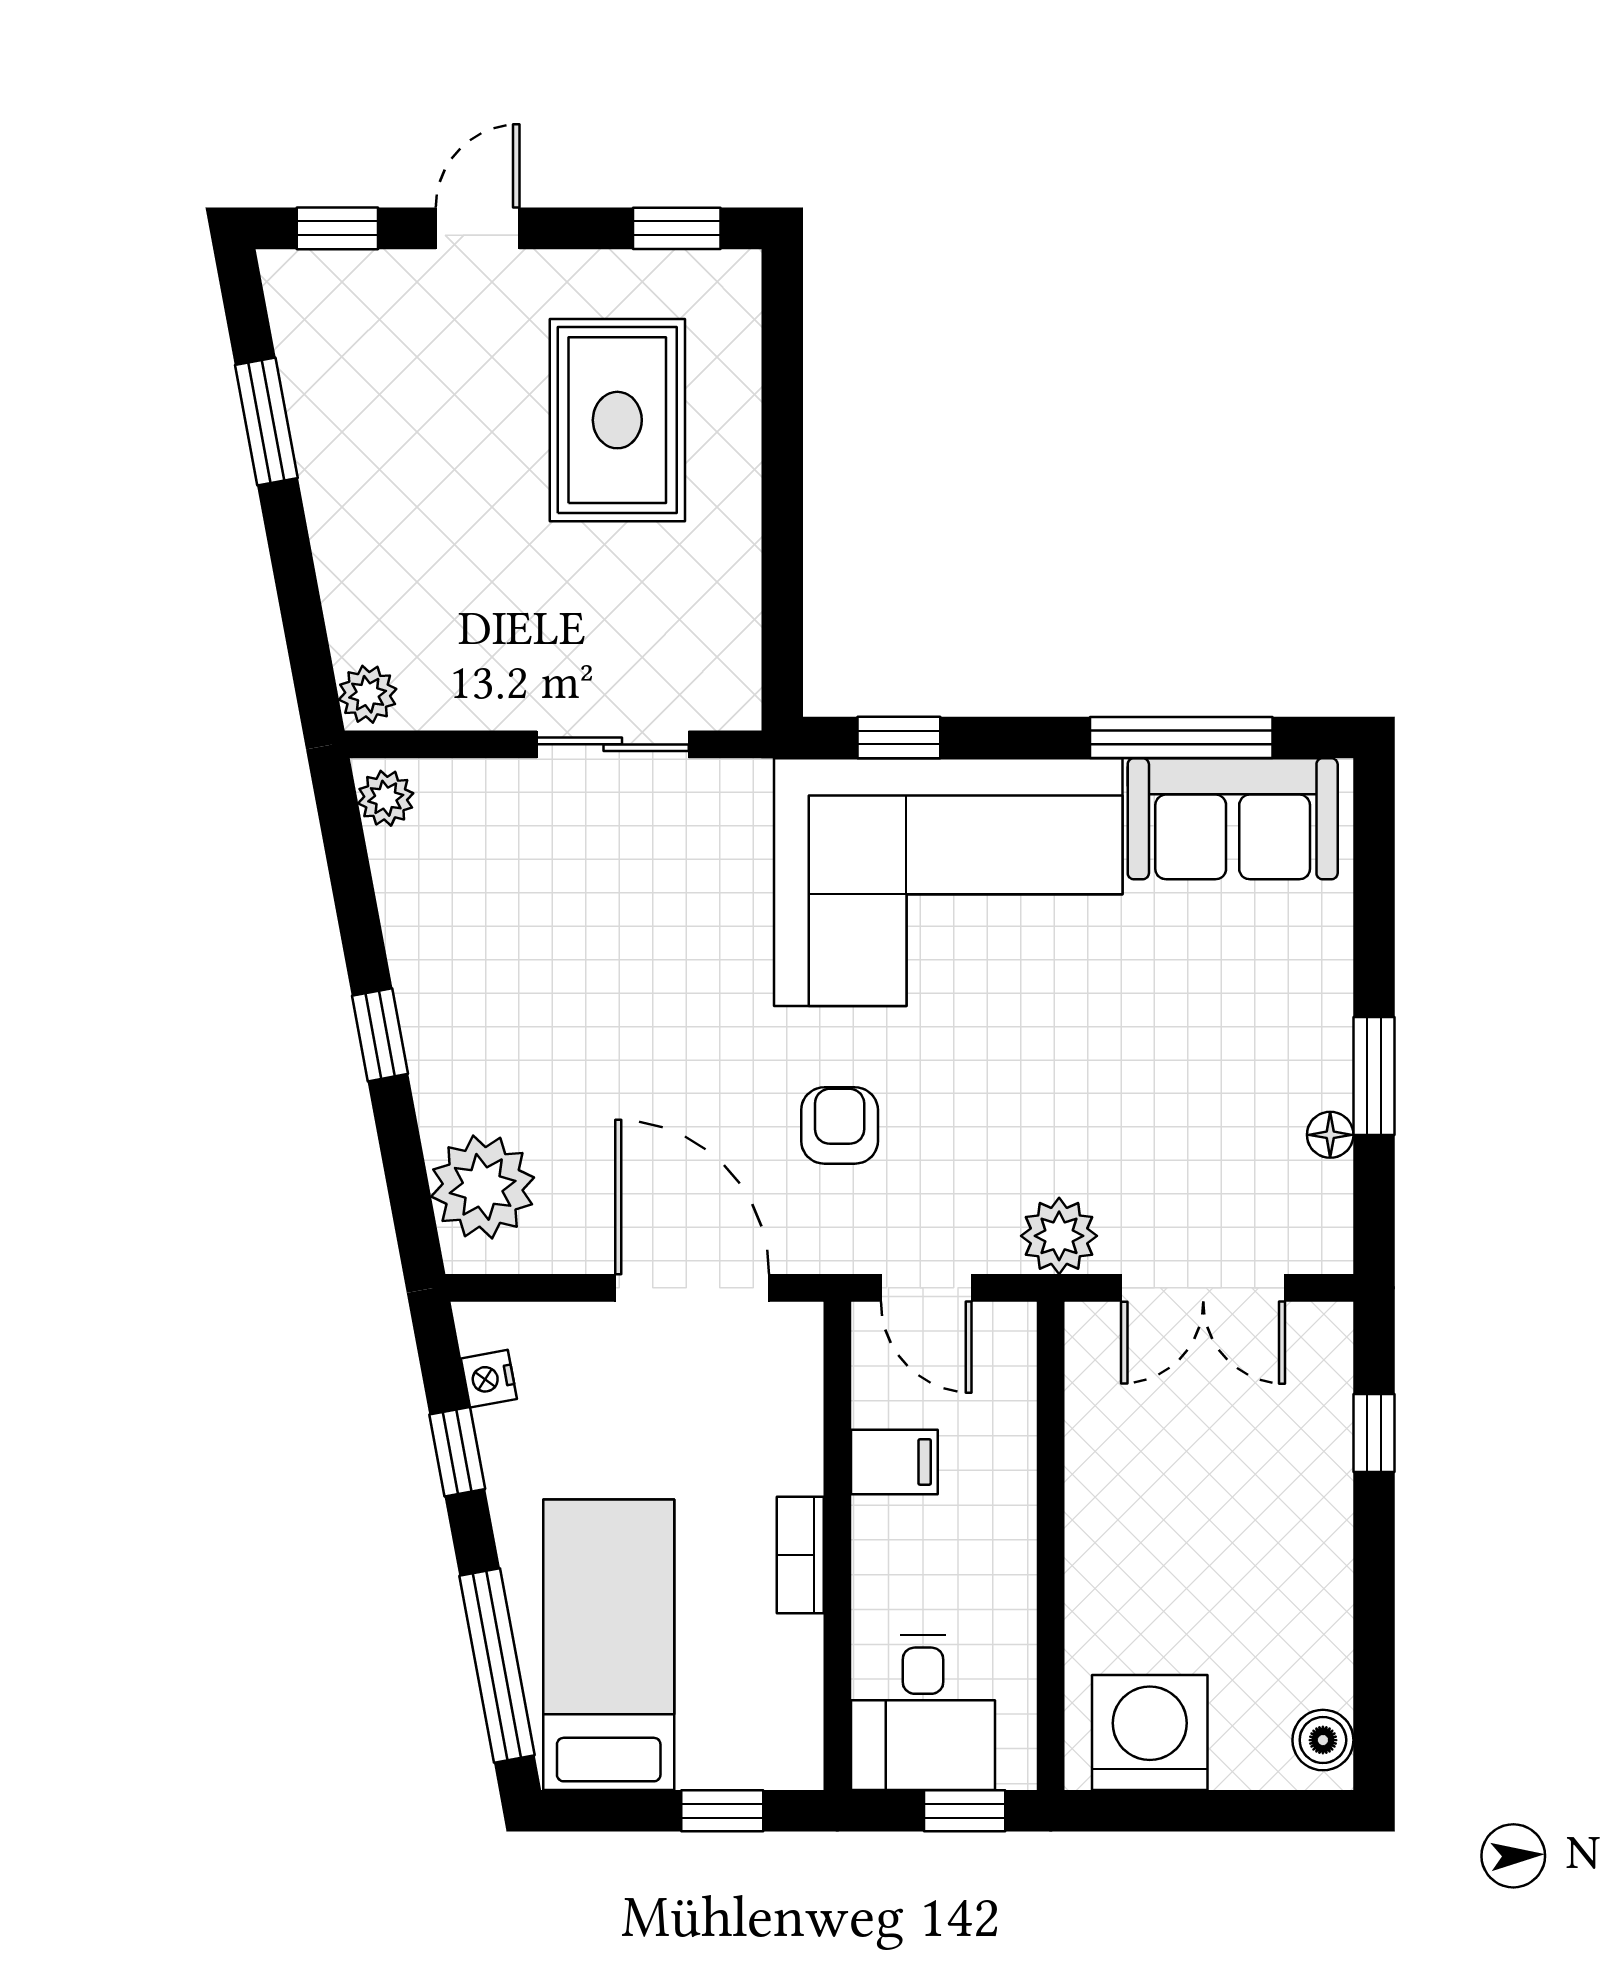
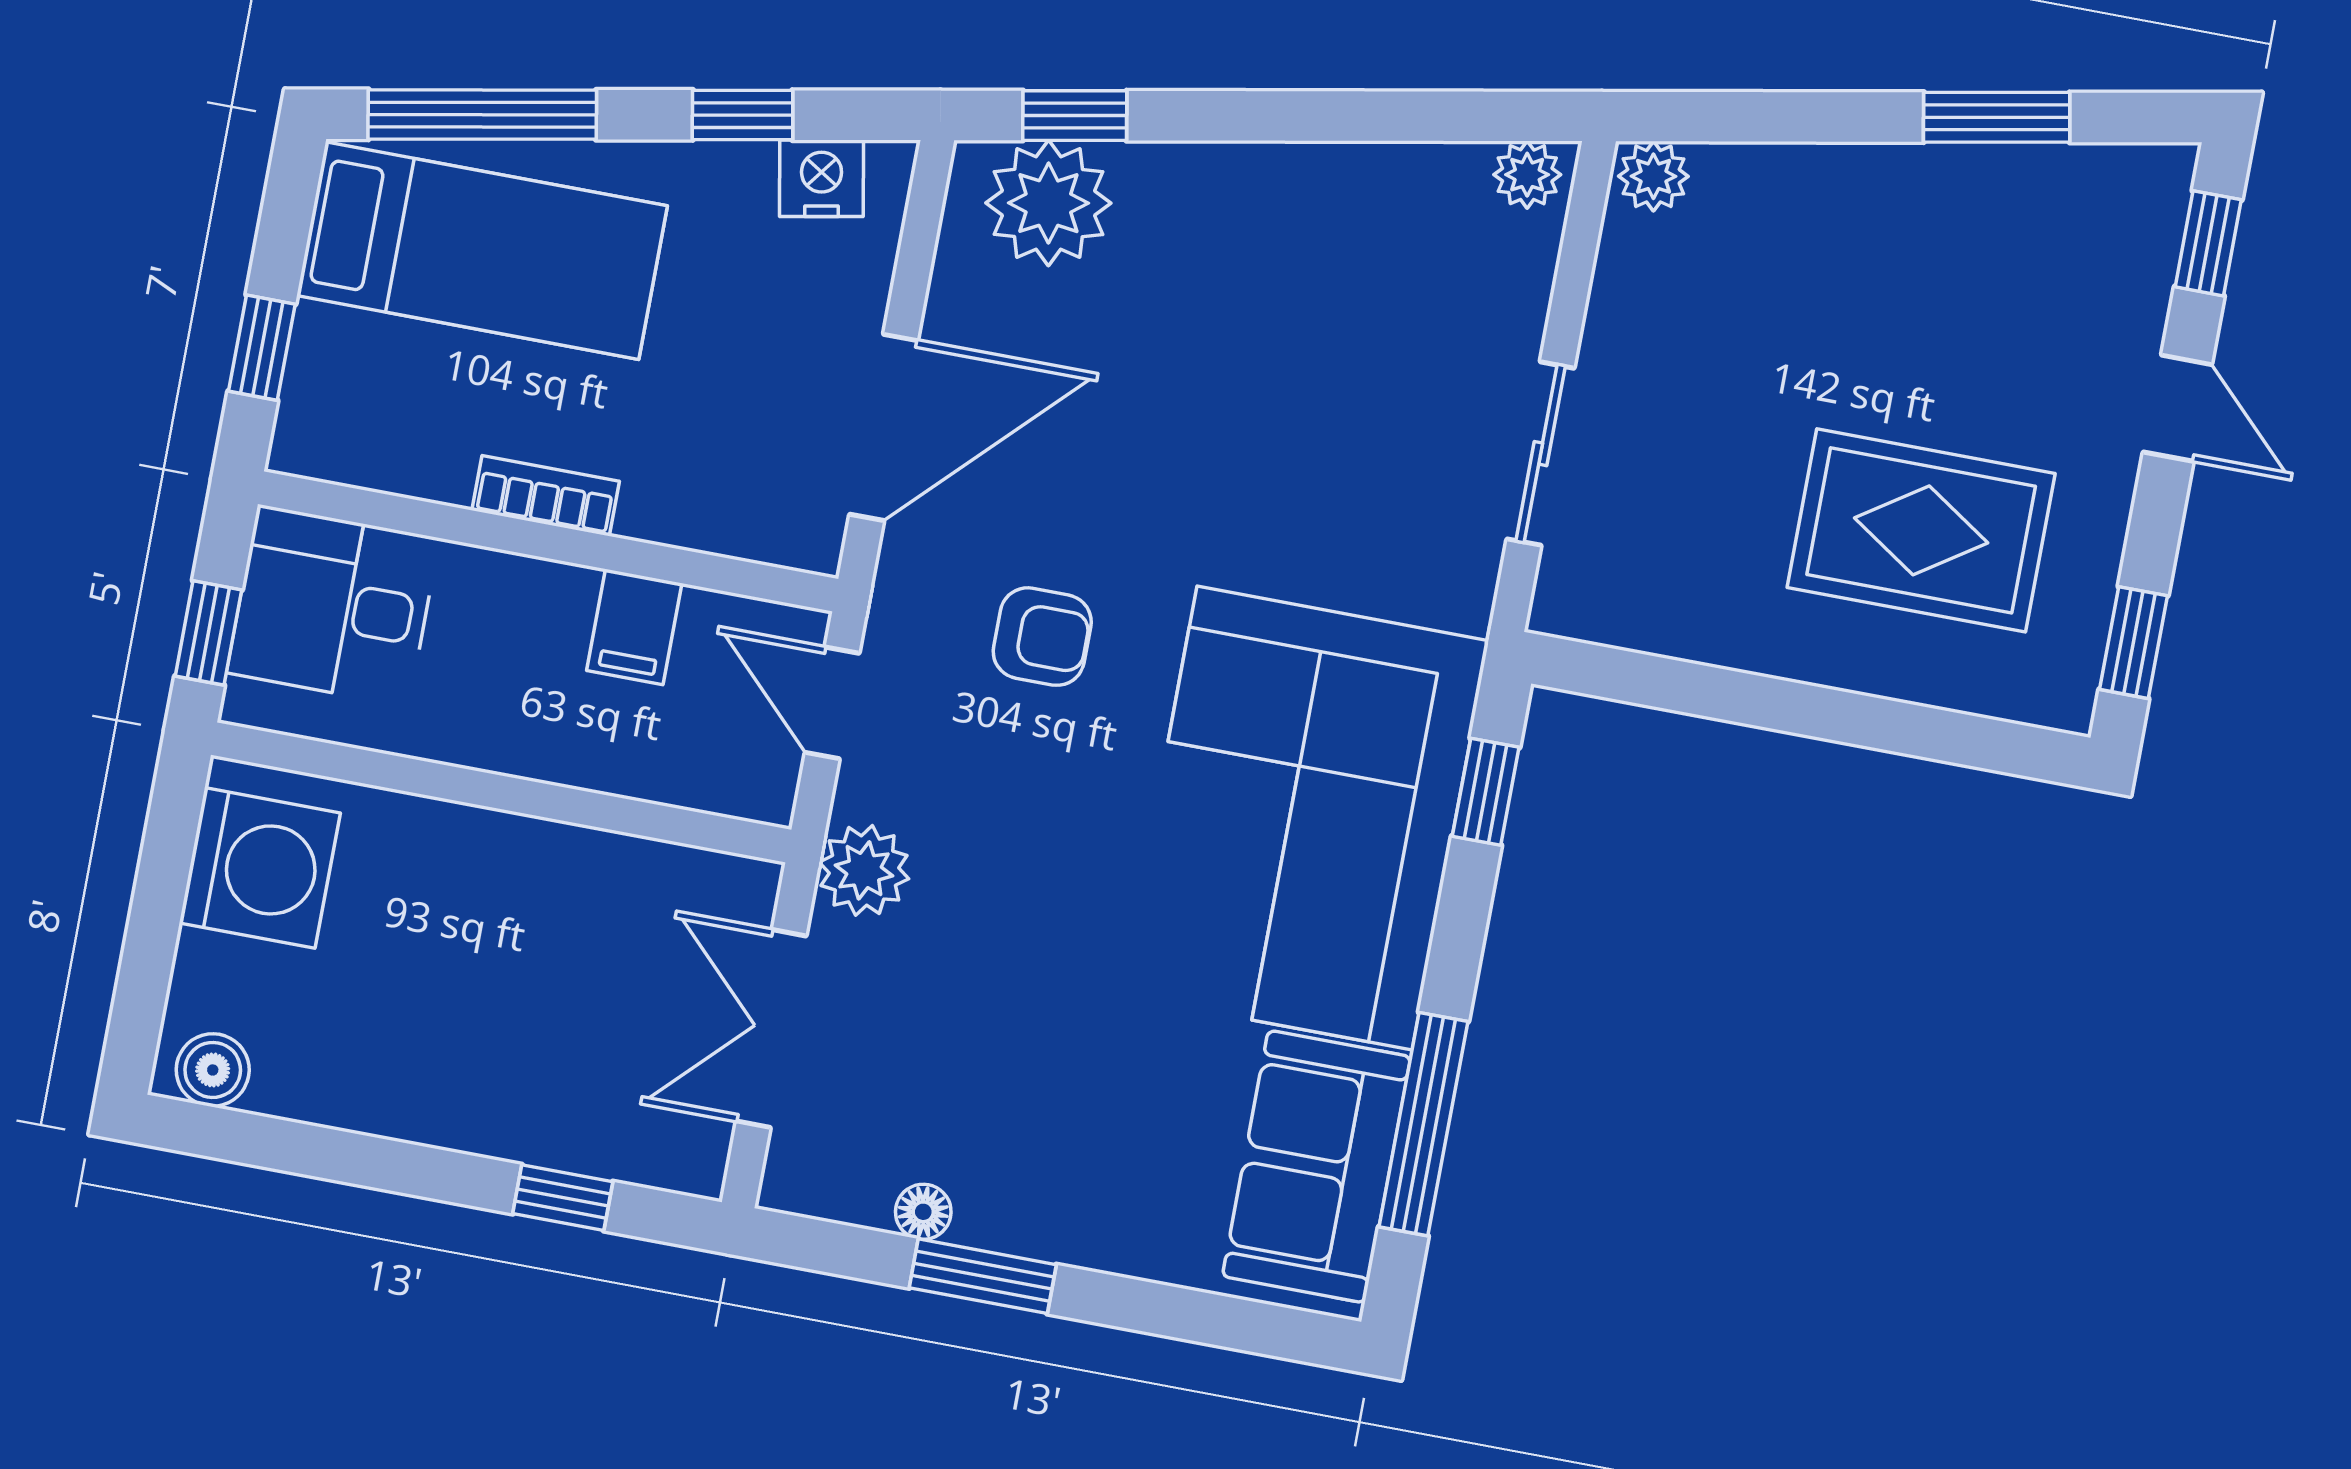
window: (380, 1035) -> (1075, 116), moved
door: (926, 1288) -> (832, 703), hinge flipped
nightstand: (489, 1379) -> (822, 178), width x1.39, depth x1.35

